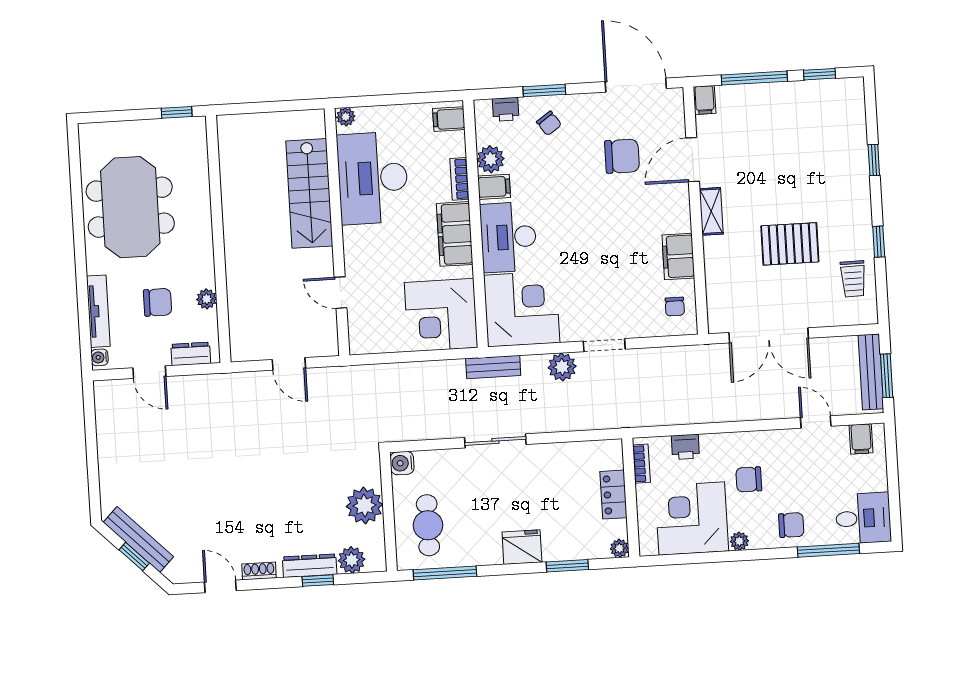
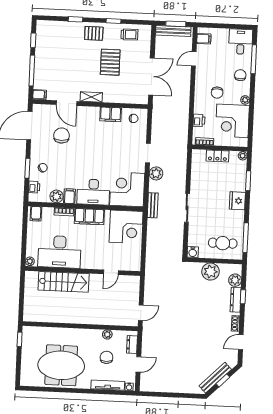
pallet: (848, 202) -> (94, 33), added
door: (289, 364) -> (141, 313), moved

